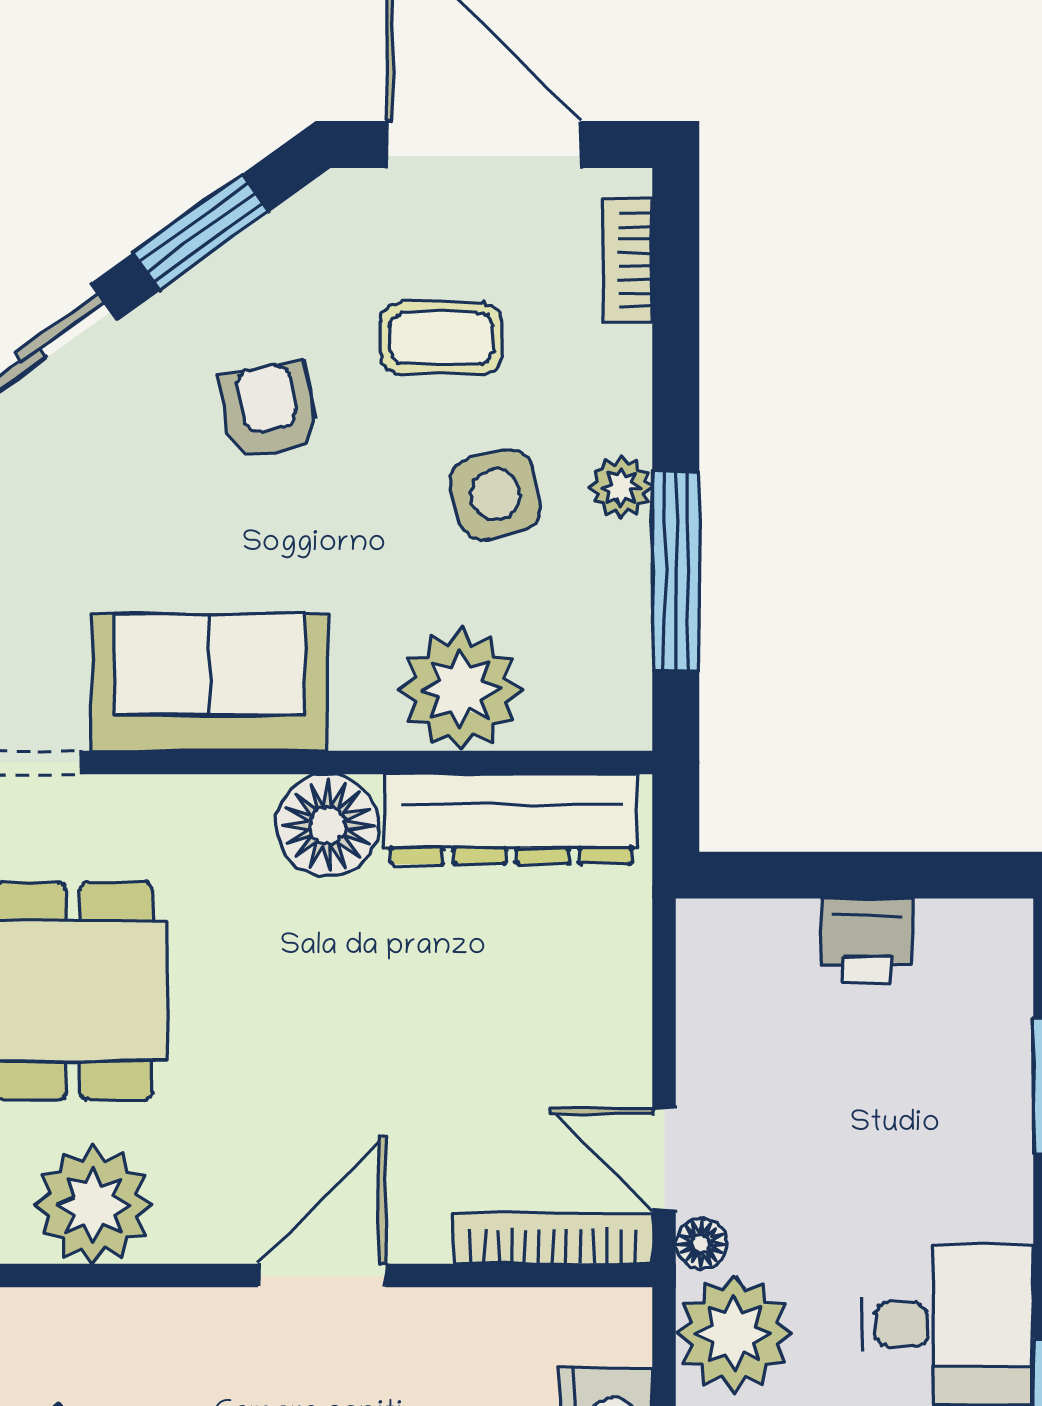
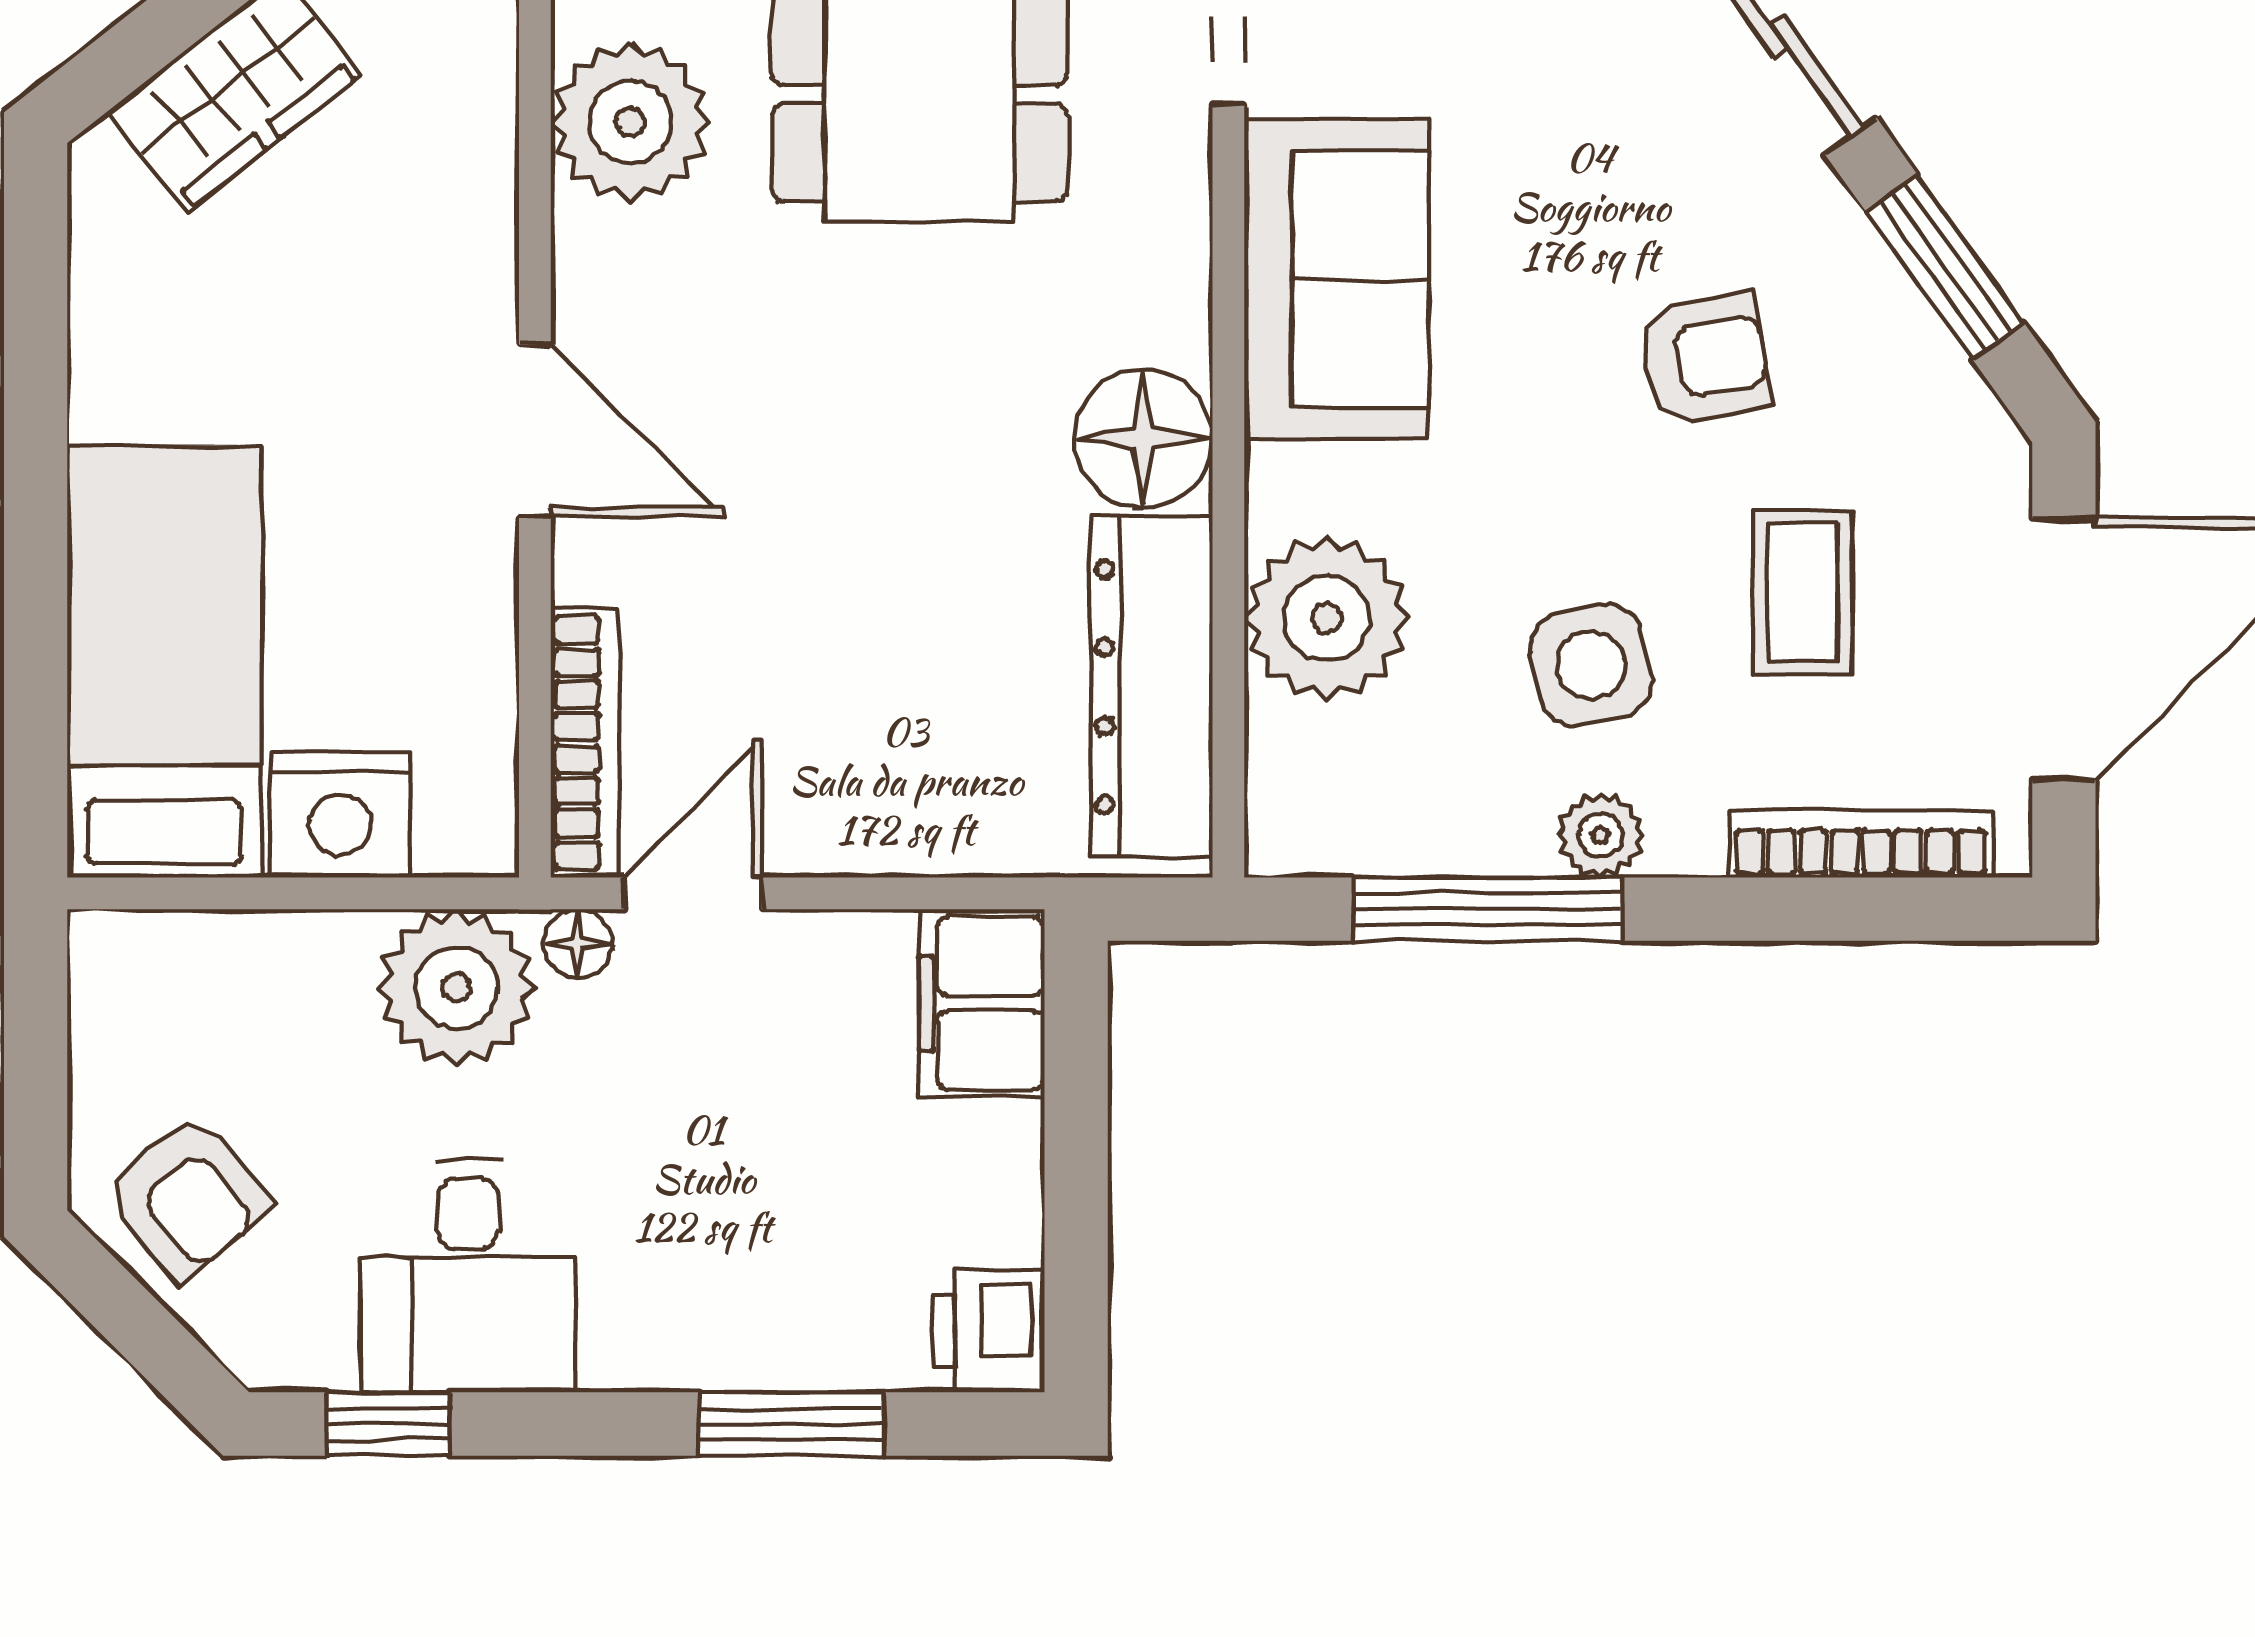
bookcase: (627, 260) -> (1861, 844), width x1.56
printer: (867, 940) -> (988, 1331), moved
filing cabinet: (745, 945) -> (982, 1003), added

